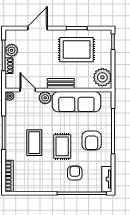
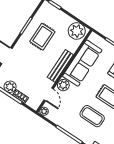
rug: (77, 50) -> (42, 37), width x0.73, depth x0.70
bench: (61, 83) -> (60, 66), width x1.36
door: (28, 90) -> (49, 94), swing flipped

